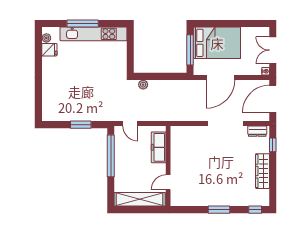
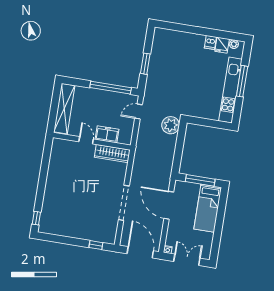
bed: (217, 43) -> (208, 208), width x0.67
dishwasher: (48, 62) -> (210, 42), added
plant: (143, 85) -> (171, 125), width x1.87, depth x1.87
dresser: (257, 131) -> (112, 232), removed
freezer: (159, 147) -> (107, 134), width x0.71
wardrobe: (263, 171) -> (112, 154), moved, turned 180
door: (168, 182) -> (86, 140), moved
window: (219, 210) -> (42, 183), removed

